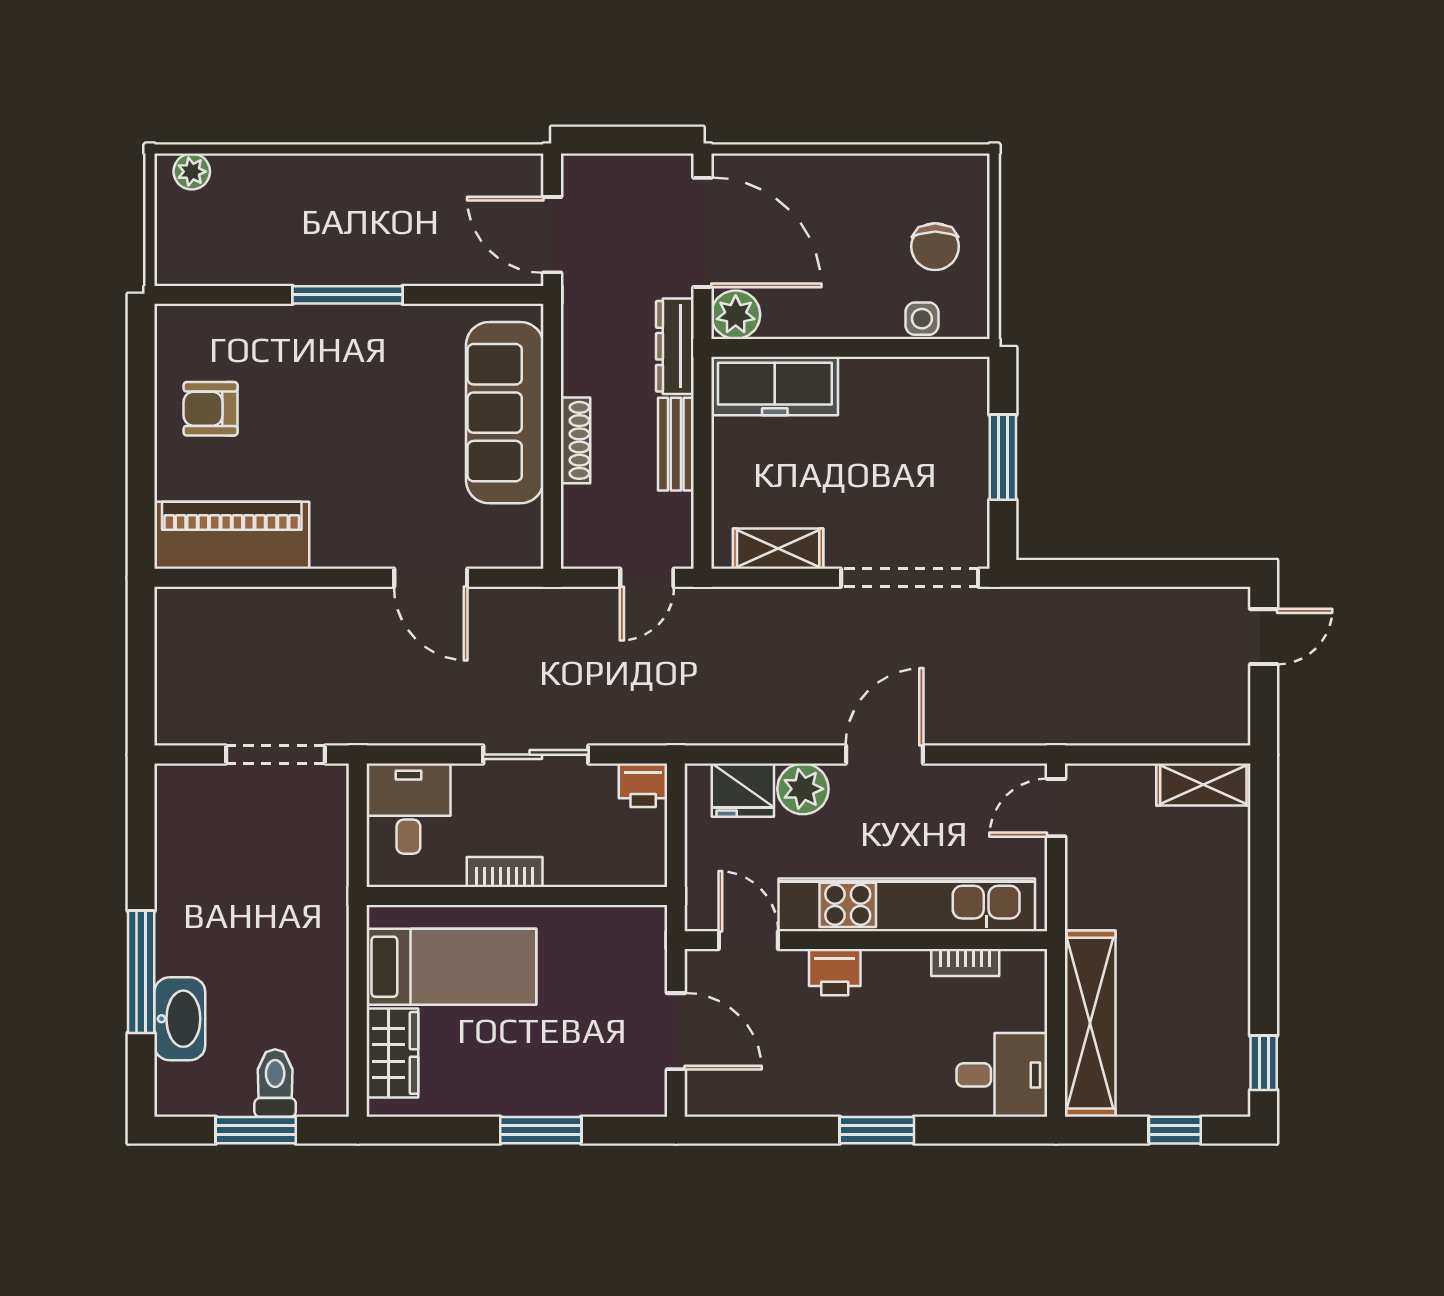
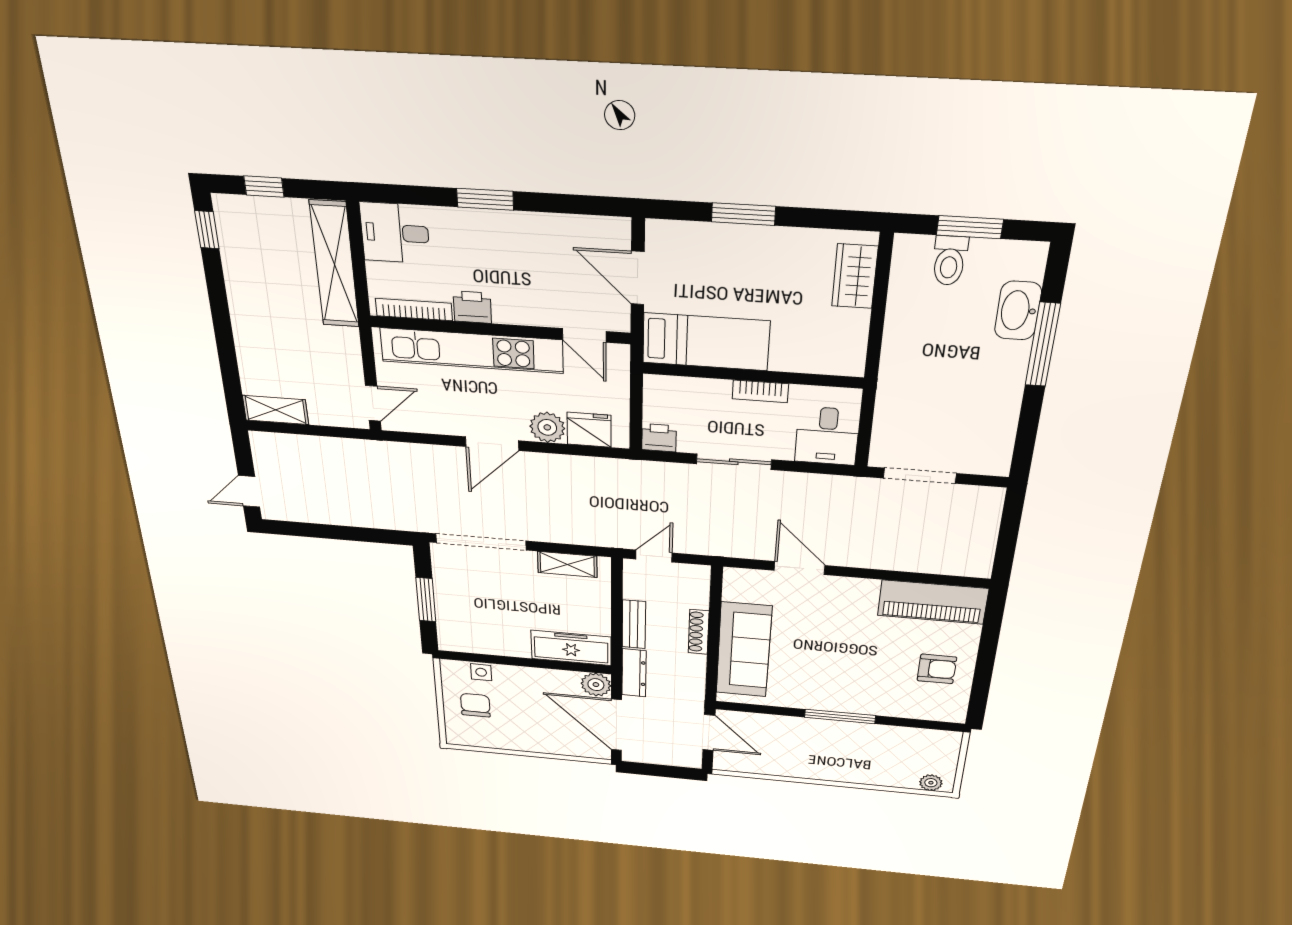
bookcase: (965, 963) -> (414, 310), width x1.56
bed: (451, 967) -> (706, 342), moved, turned 180
printer: (835, 972) -> (472, 307), moved

